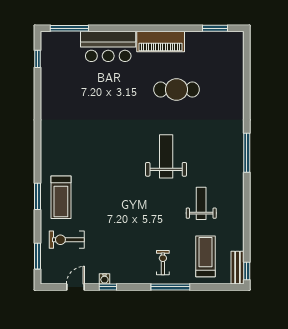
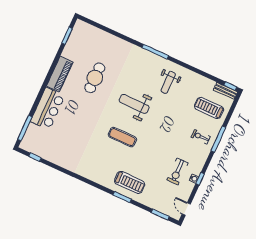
exercise mat: (116, 161) -> (122, 137), added
weight bench: (201, 203) -> (168, 82), moved, turned -90
exercise bike: (67, 240) -> (177, 171), moved
door: (75, 287) -> (186, 209), moved

